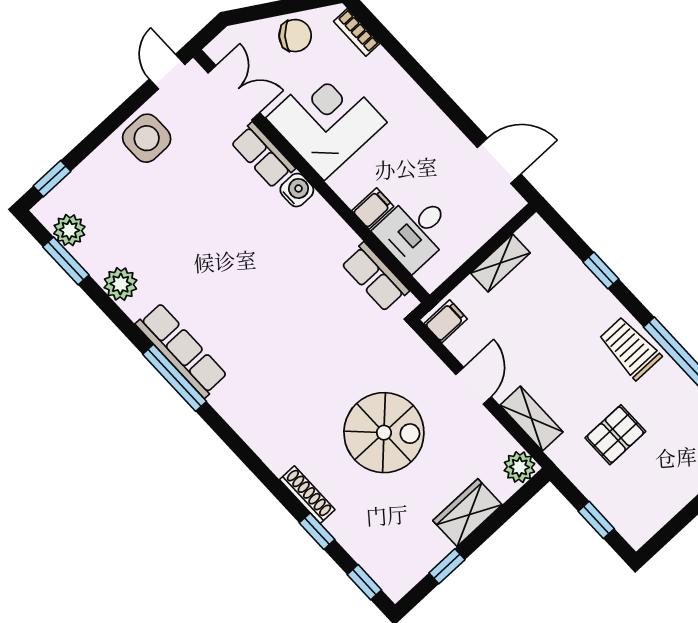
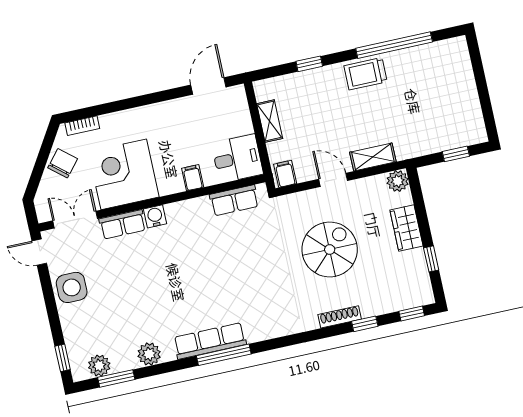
desk: (415, 231) -> (237, 159), moved, turned -90
pallet: (615, 435) -> (412, 113), removed

